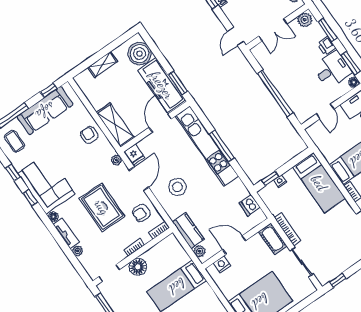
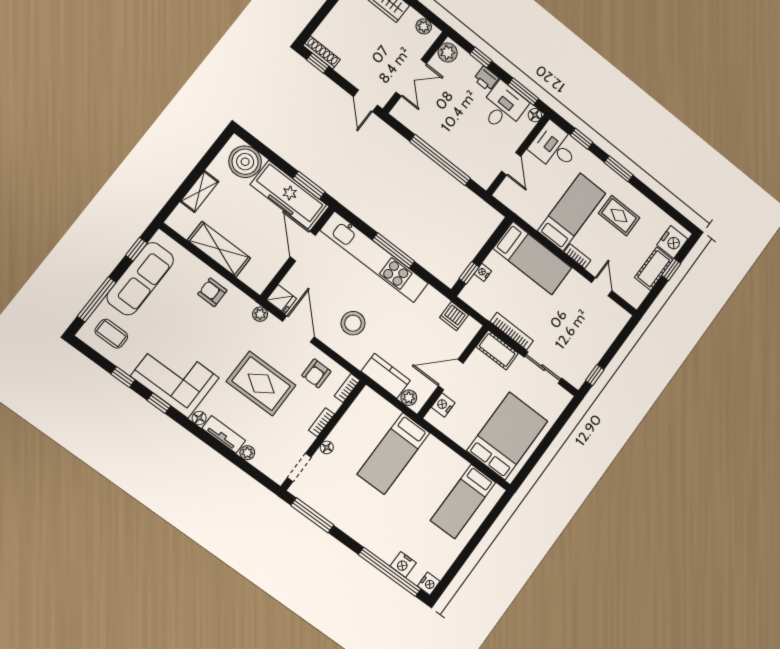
window: (328, 30) -> (481, 57), width x0.67
shelving: (115, 125) -> (219, 249), moved
floor lamp: (138, 267) -> (327, 447), width x0.53, depth x0.53

